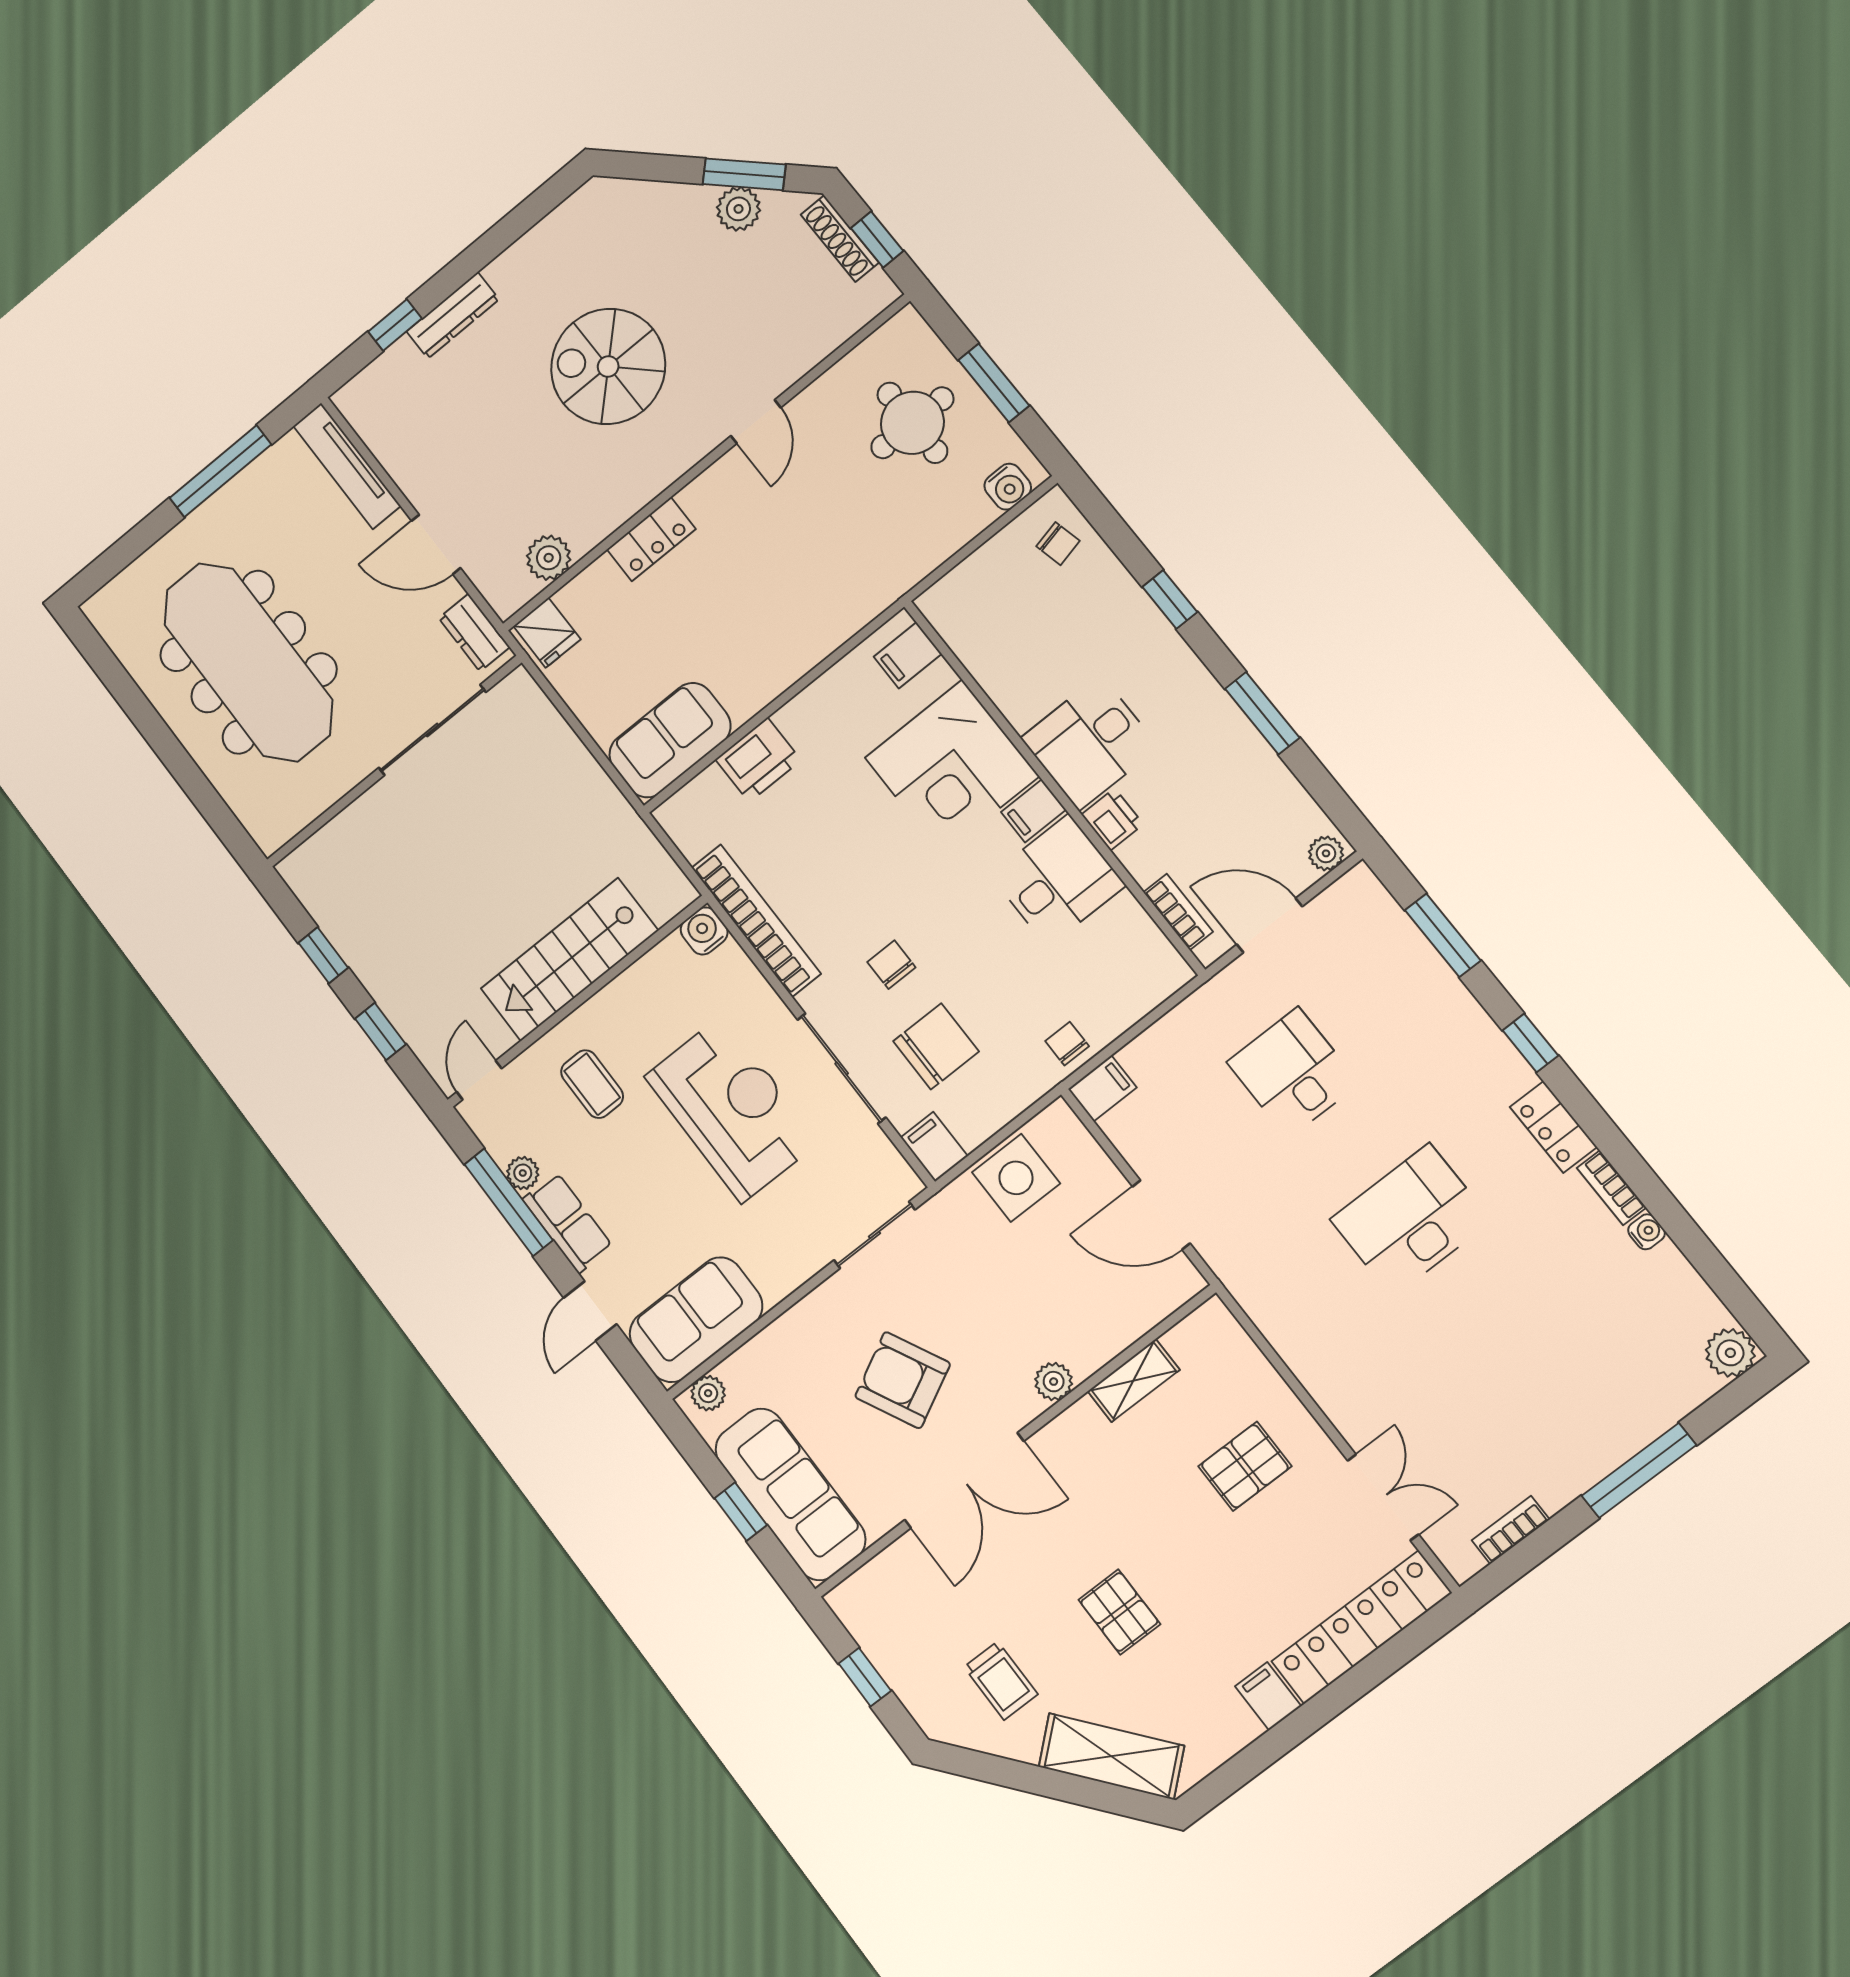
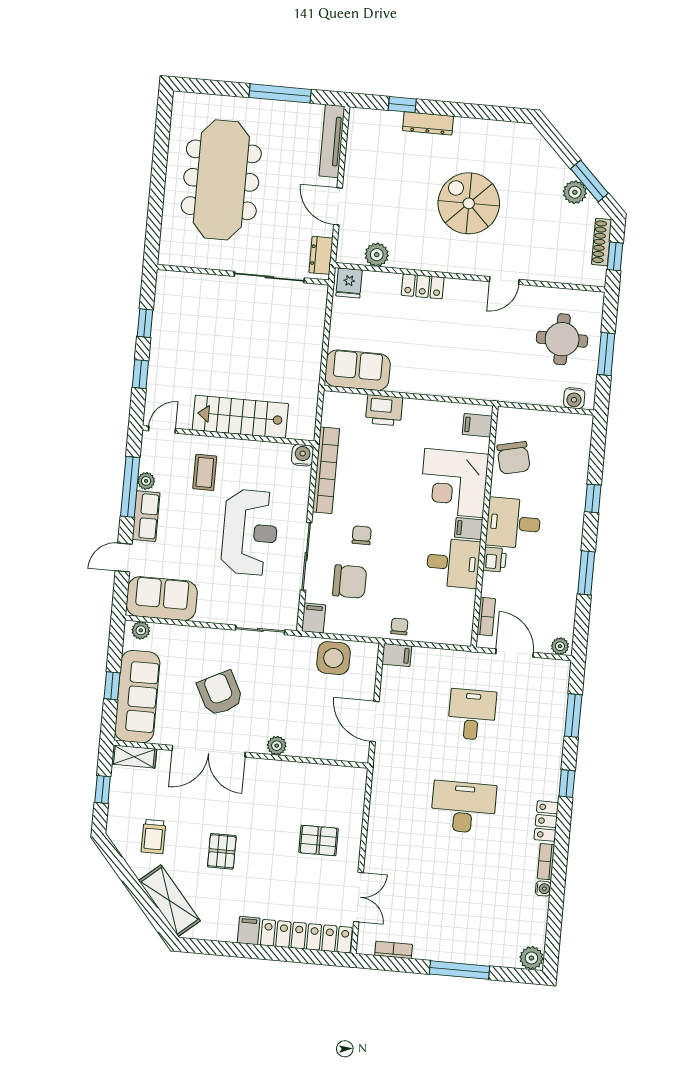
chair: (1058, 544) -> (513, 458), moved, width x1.87, depth x1.87
shelving: (1134, 1381) -> (134, 757), moved

